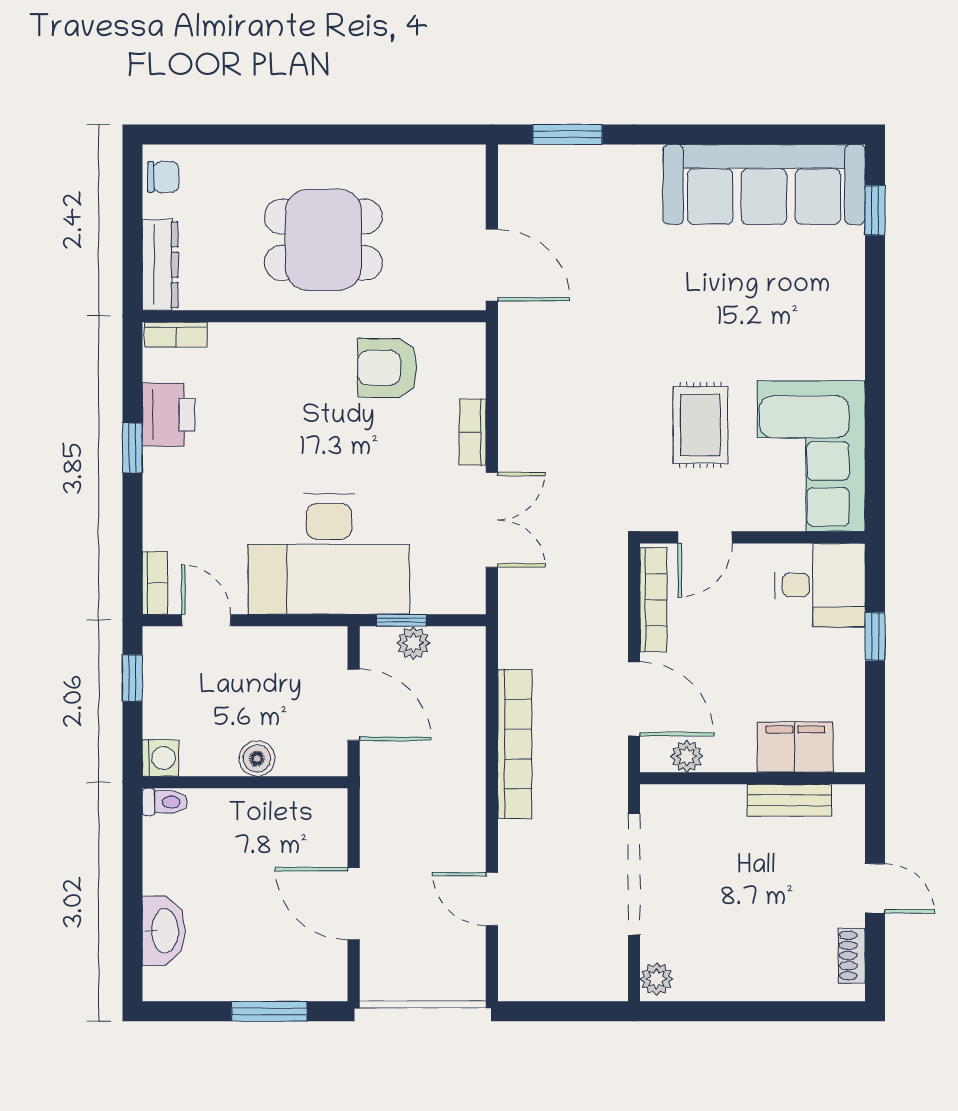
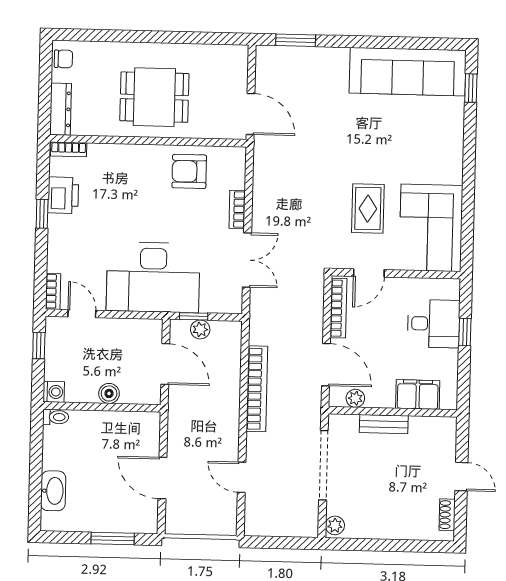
desk: (820, 585) -> (434, 324), moved
bench: (790, 800) -> (384, 424), moved

